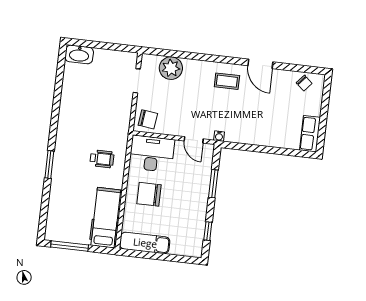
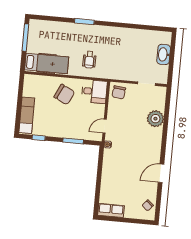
washbasin: (79, 54) -> (164, 54), moved
plant: (171, 68) -> (155, 119), moved
coffee table: (227, 81) -> (148, 149), removed
desk: (152, 154) -> (94, 92), width x0.73
chair: (149, 194) -> (64, 94), turned 116
exam couch: (145, 243) -> (27, 115), moved

